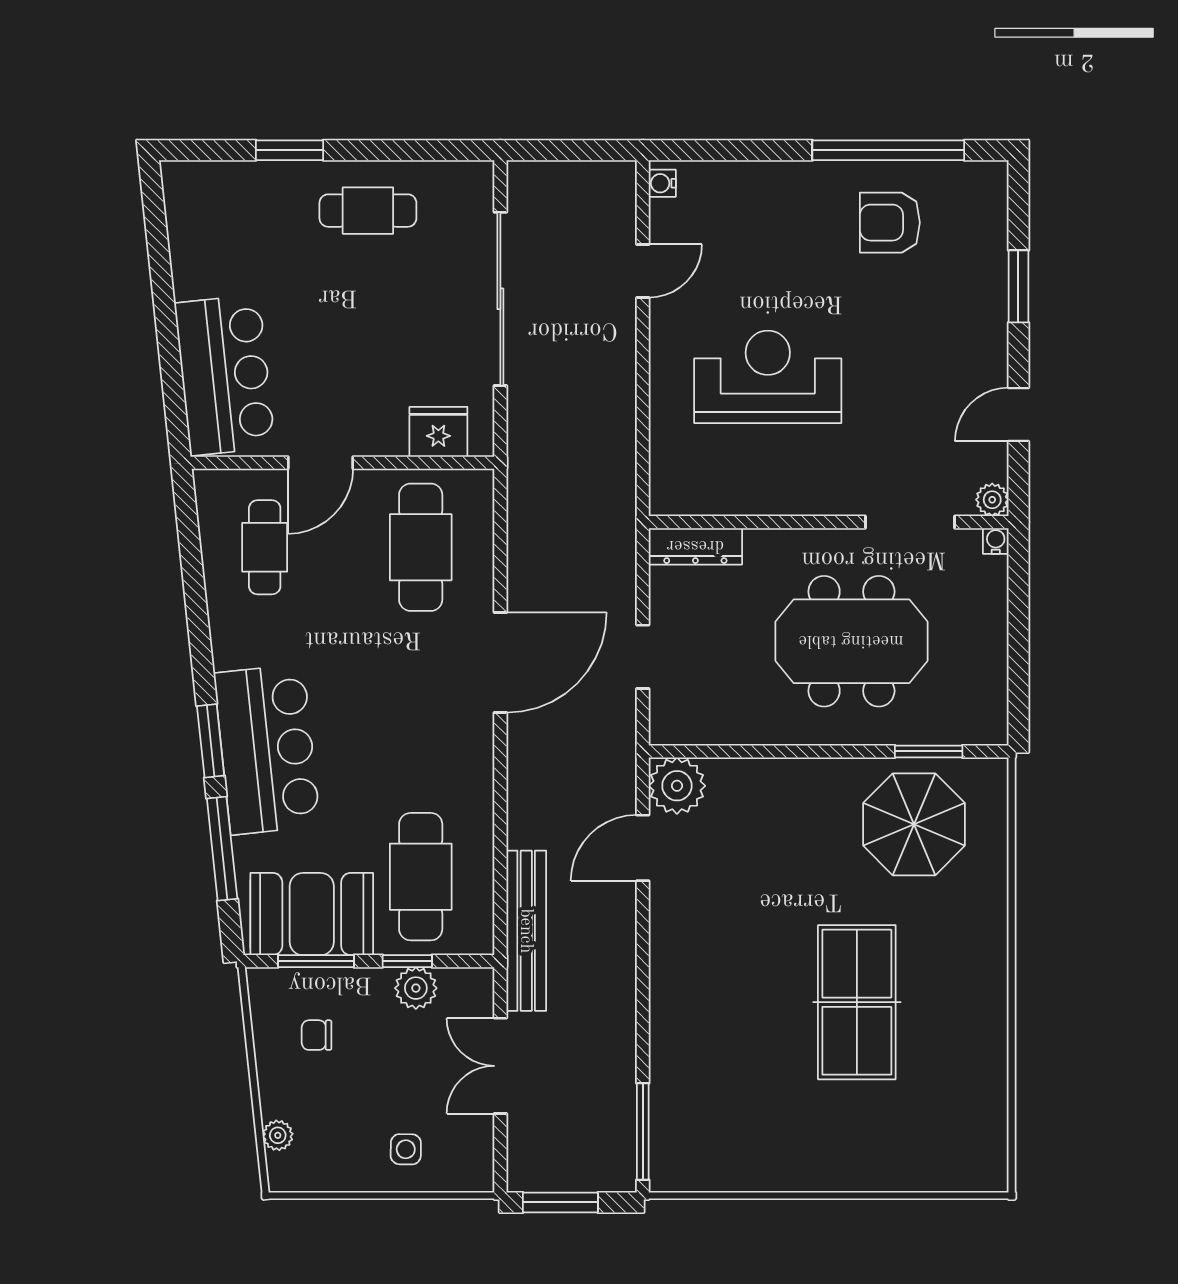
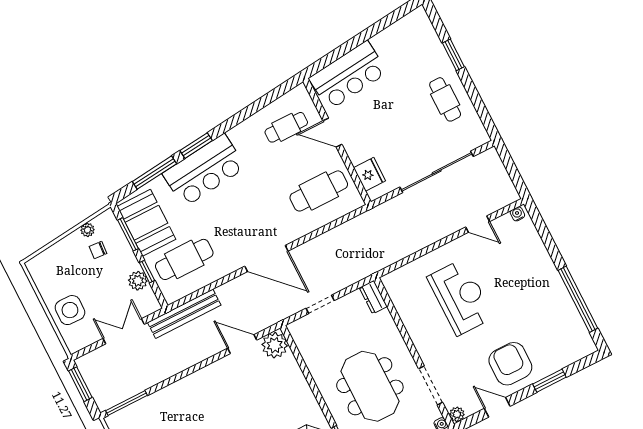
armchair: (890, 223) -> (510, 364), moved, width x1.36, depth x1.36
dresser: (695, 546) -> (373, 297), width x0.70
door: (500, 663) -> (266, 259), moved
chair: (317, 1035) -> (98, 250), turned -86
plant: (278, 1135) -> (88, 230), moved
side table: (406, 1149) -> (70, 310), width x1.87, depth x1.87

